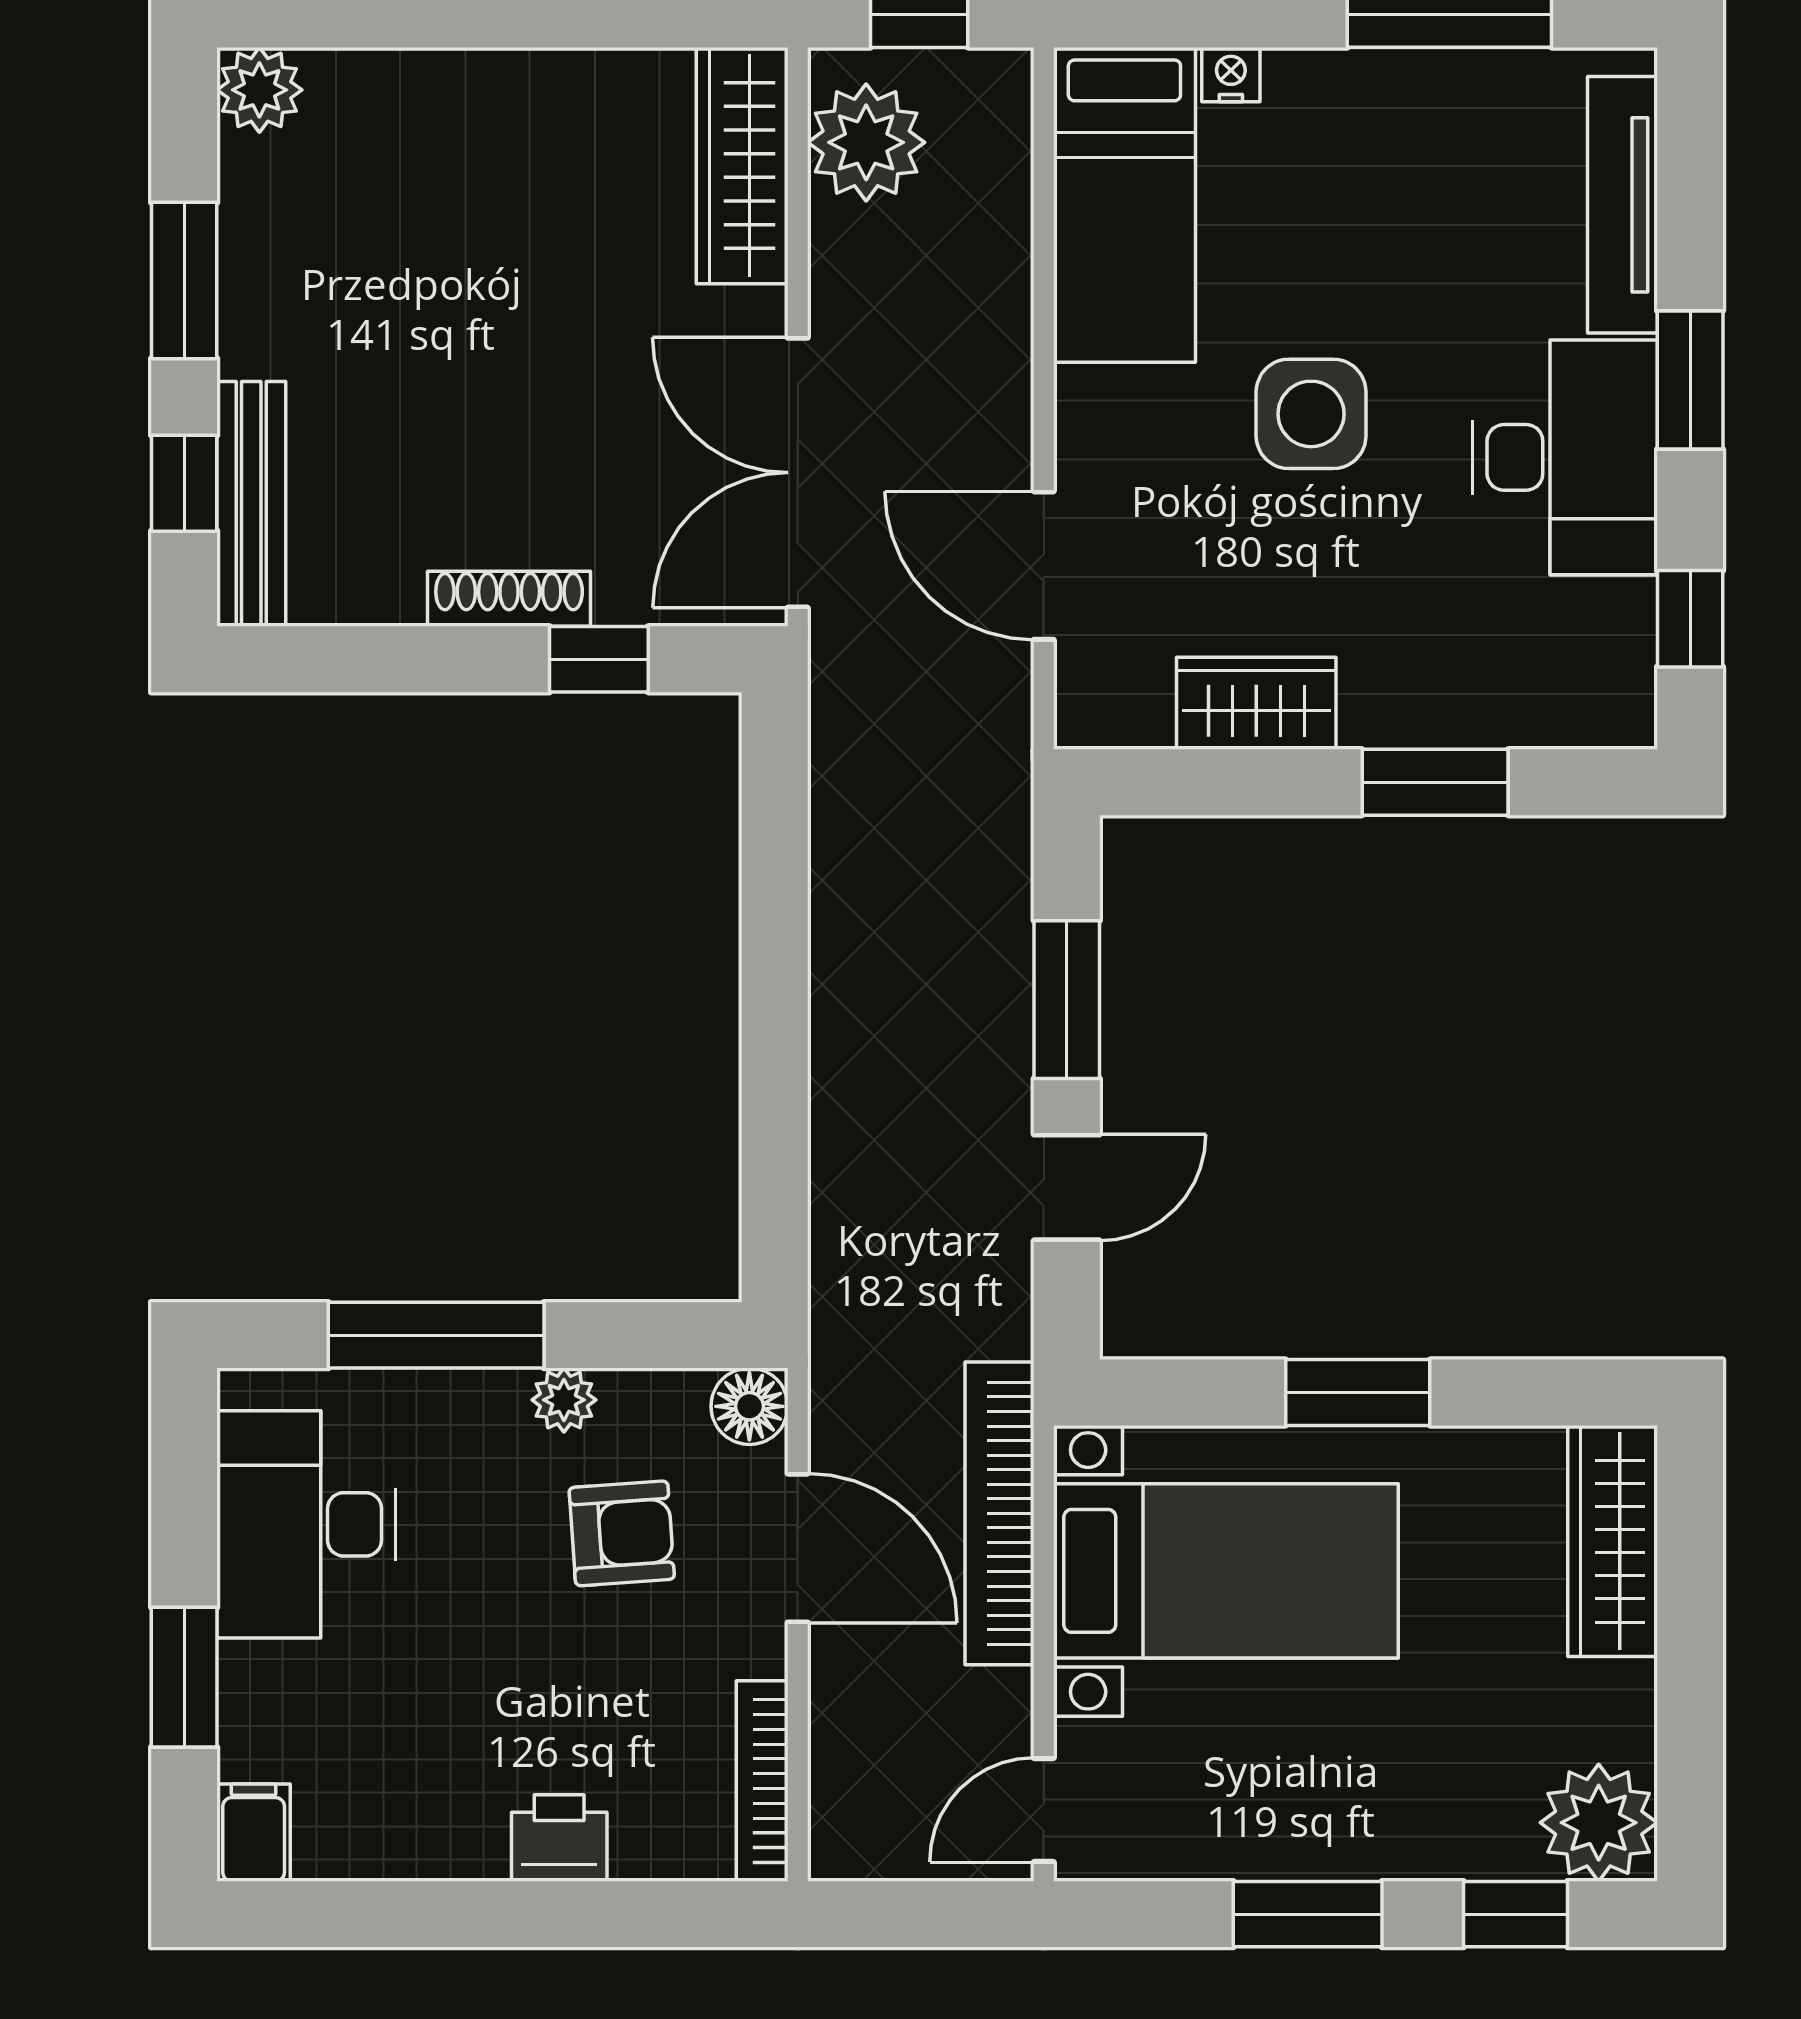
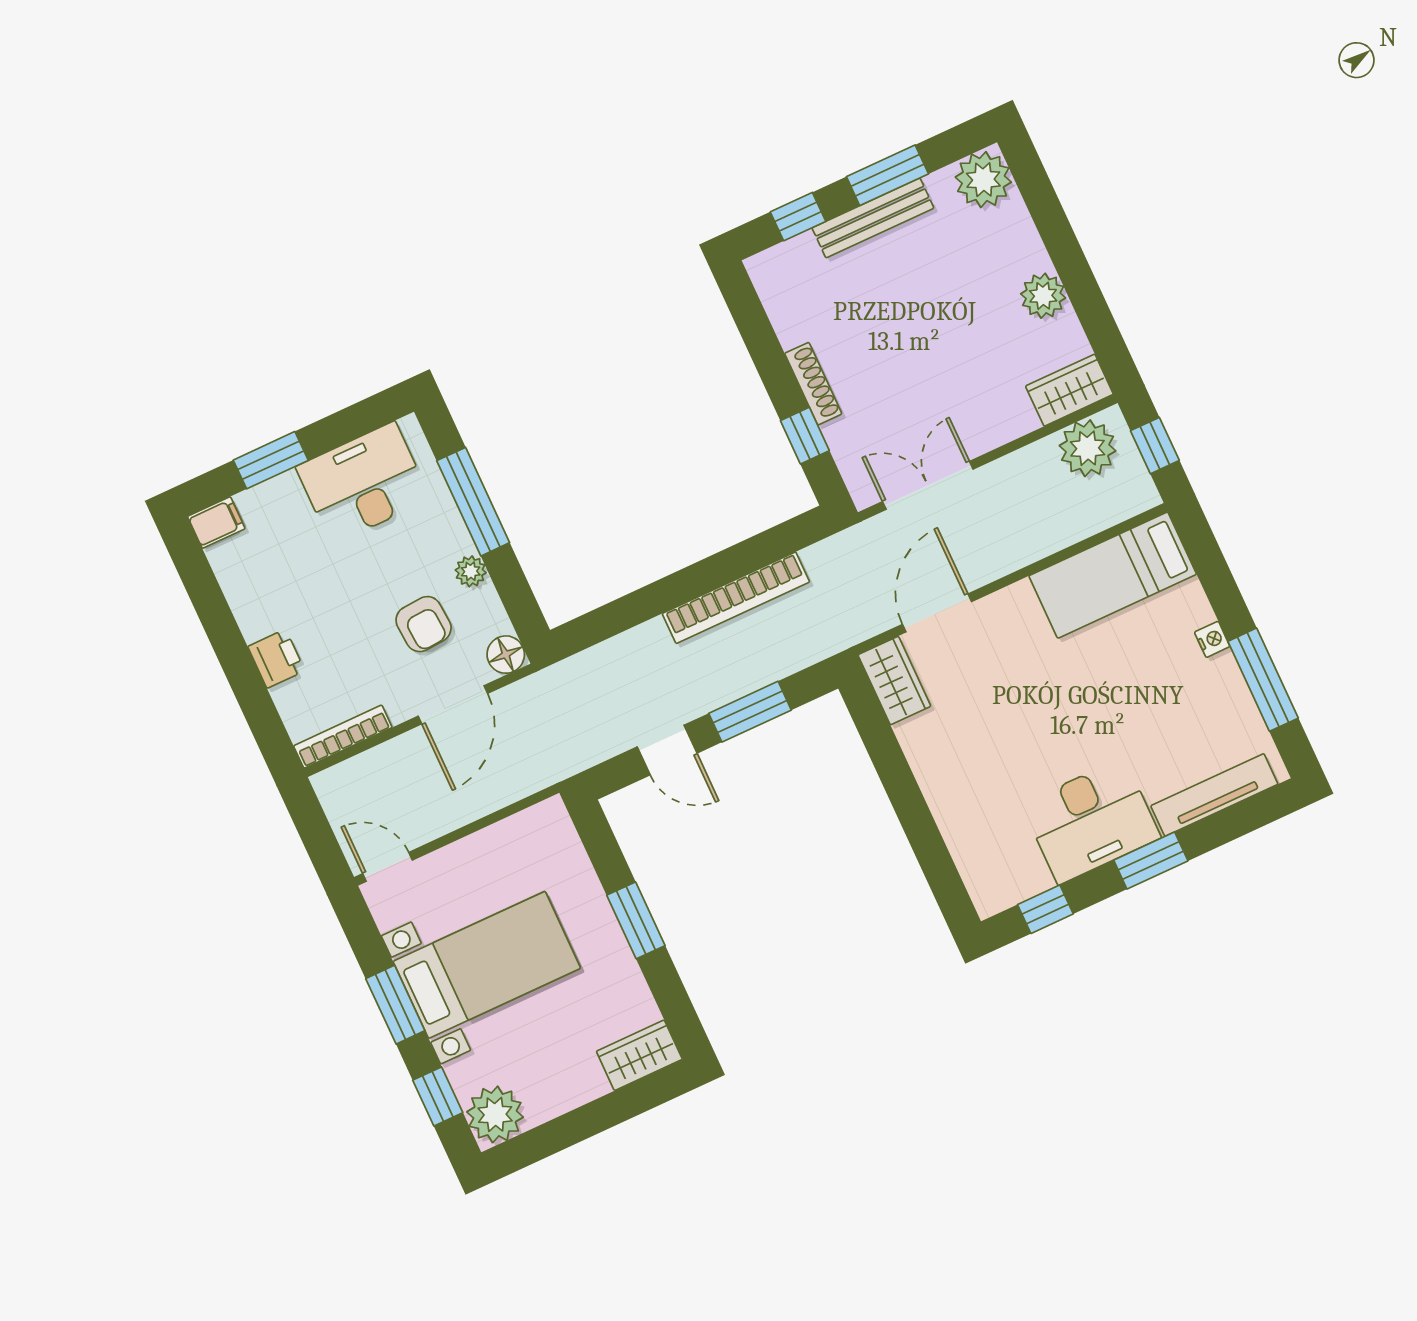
nightstand: (1231, 75) -> (1212, 639), moved
plant: (259, 90) -> (983, 180), width x1.36, depth x1.36
plant: (543, 94) -> (1043, 296), added
wardrobe: (742, 166) -> (1069, 390), width x0.67
side table: (1311, 414) -> (1058, 700), removed
double door: (798, 473) -> (928, 485), width x0.73
bench: (251, 504) -> (873, 218), moved
wardrobe: (1256, 703) -> (894, 681), moved
window: (1435, 782) -> (921, 830), removed
bookcase: (999, 1513) -> (736, 598), moved, turned 180
wardrobe: (1613, 1541) -> (639, 1055), width x0.67
bed with nightstands: (1226, 1571) -> (487, 965), moved, turned -90

